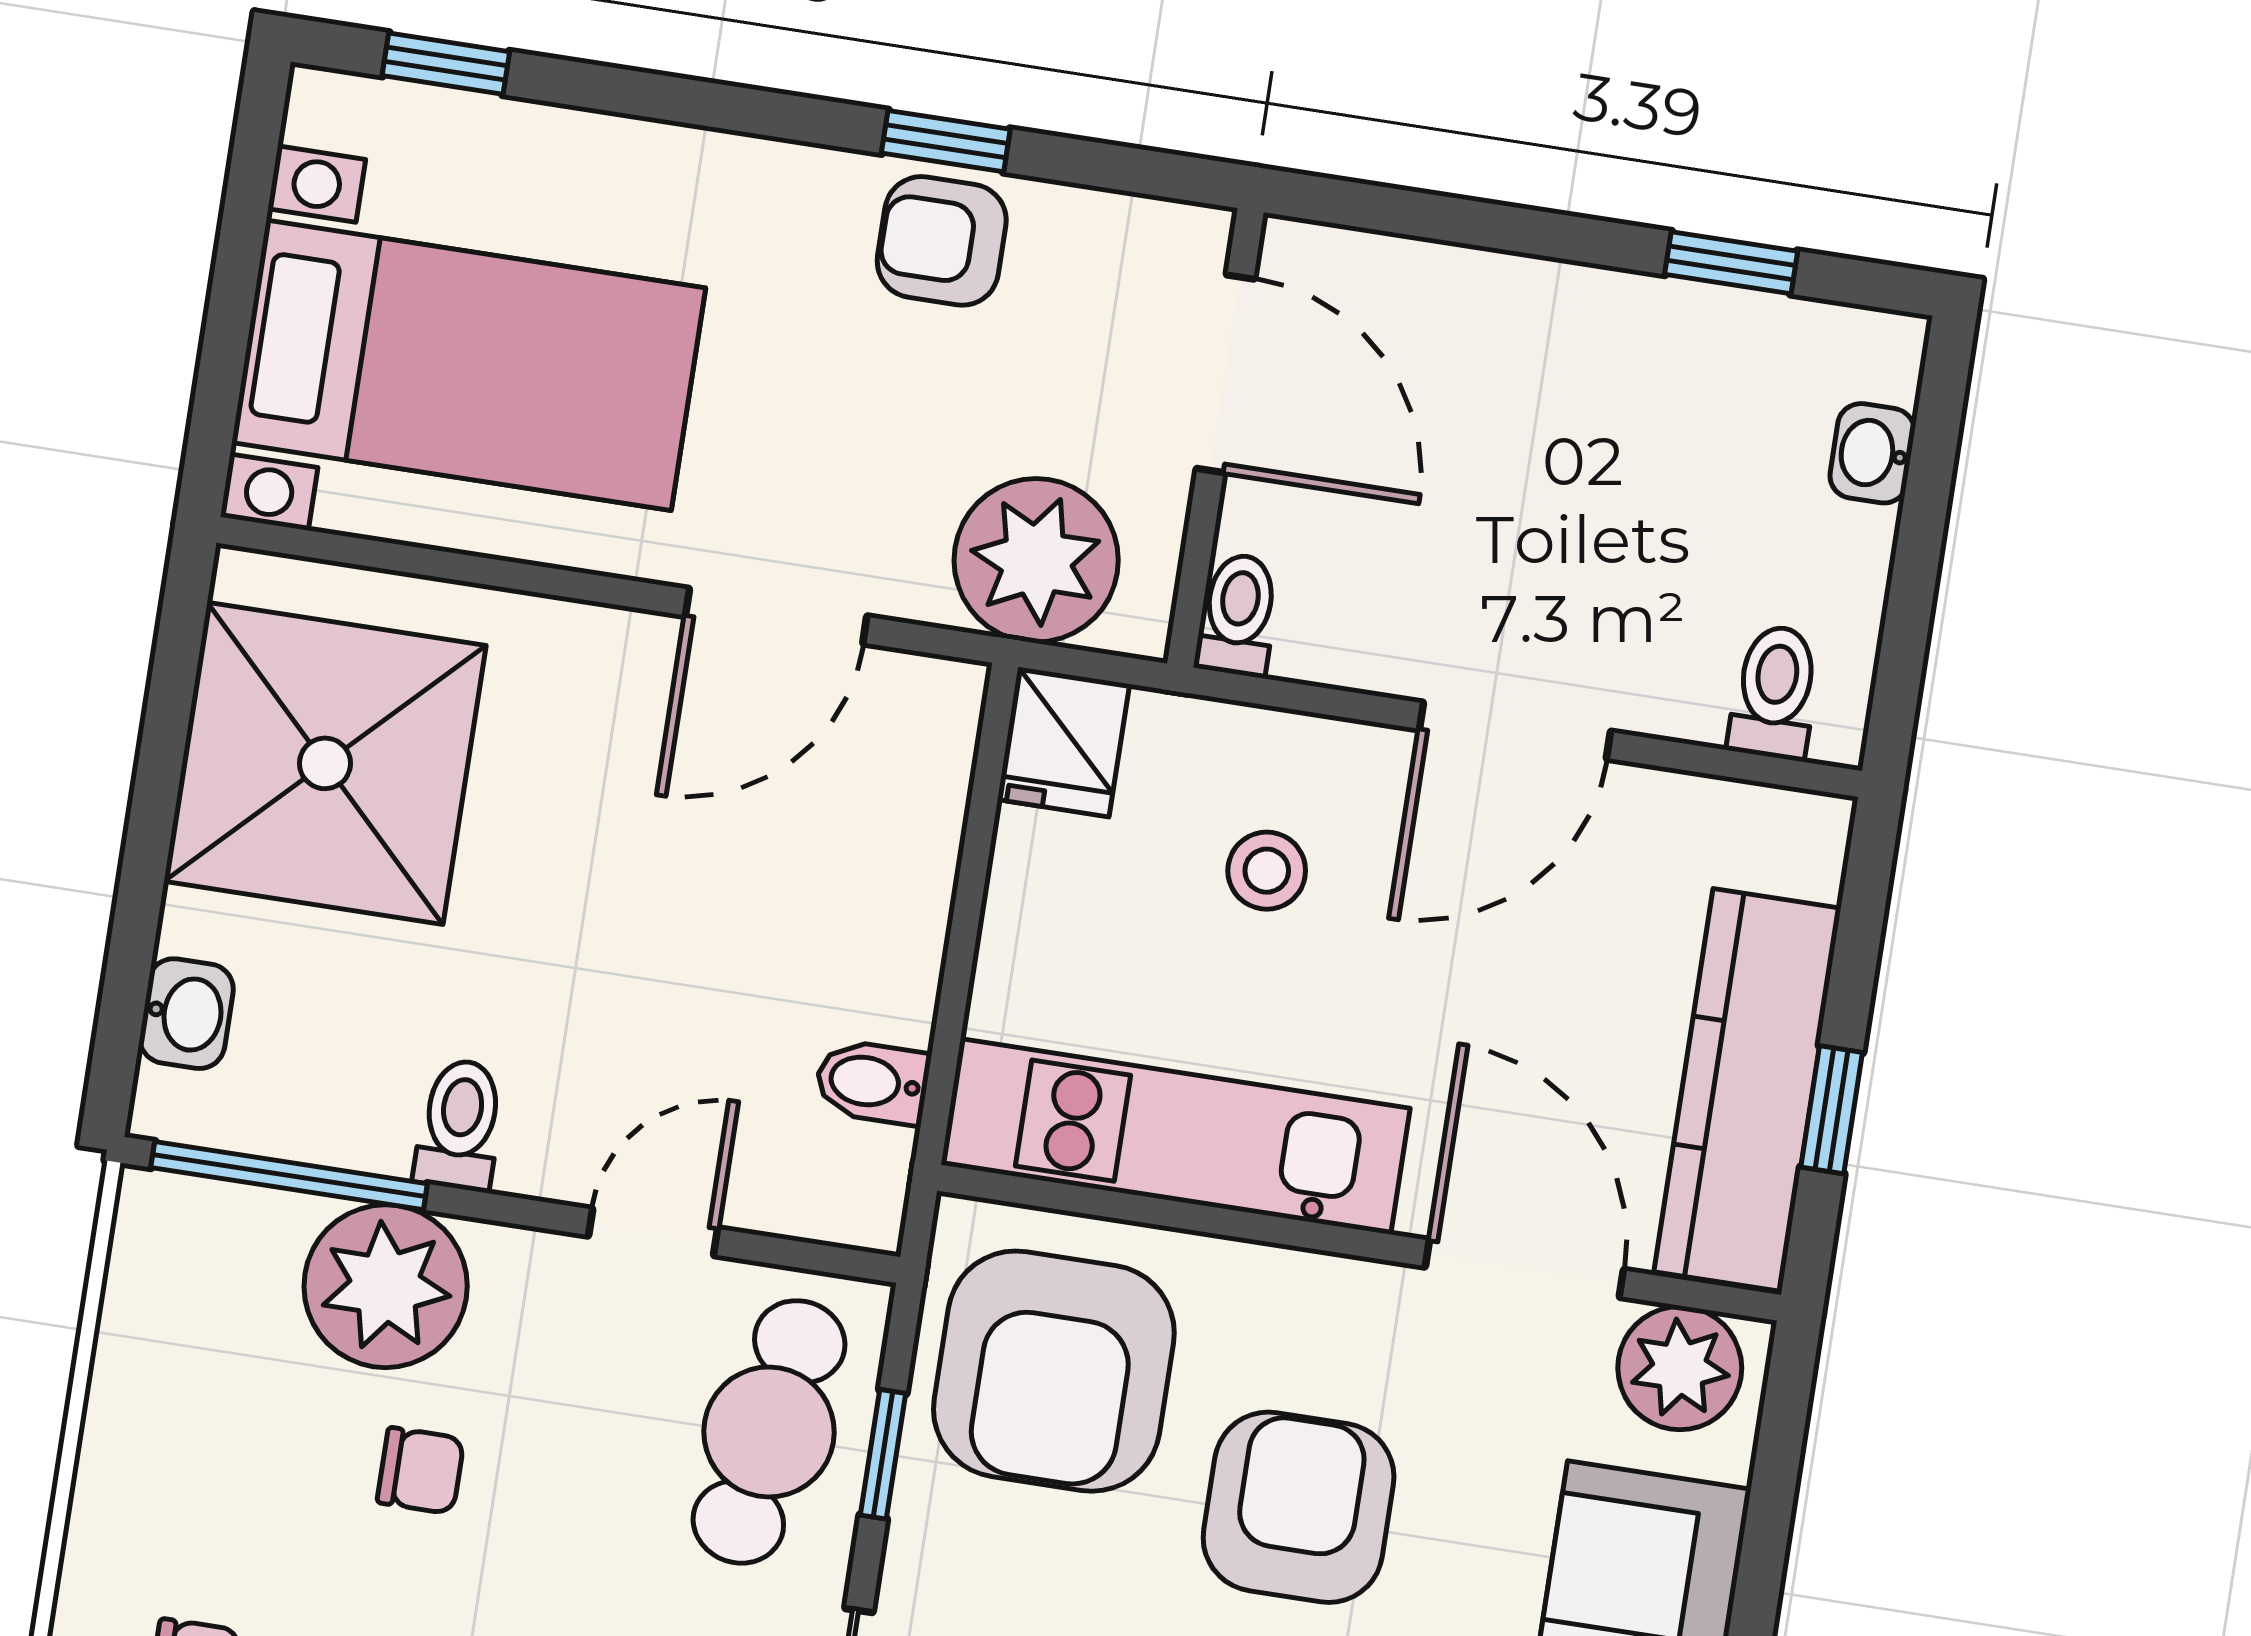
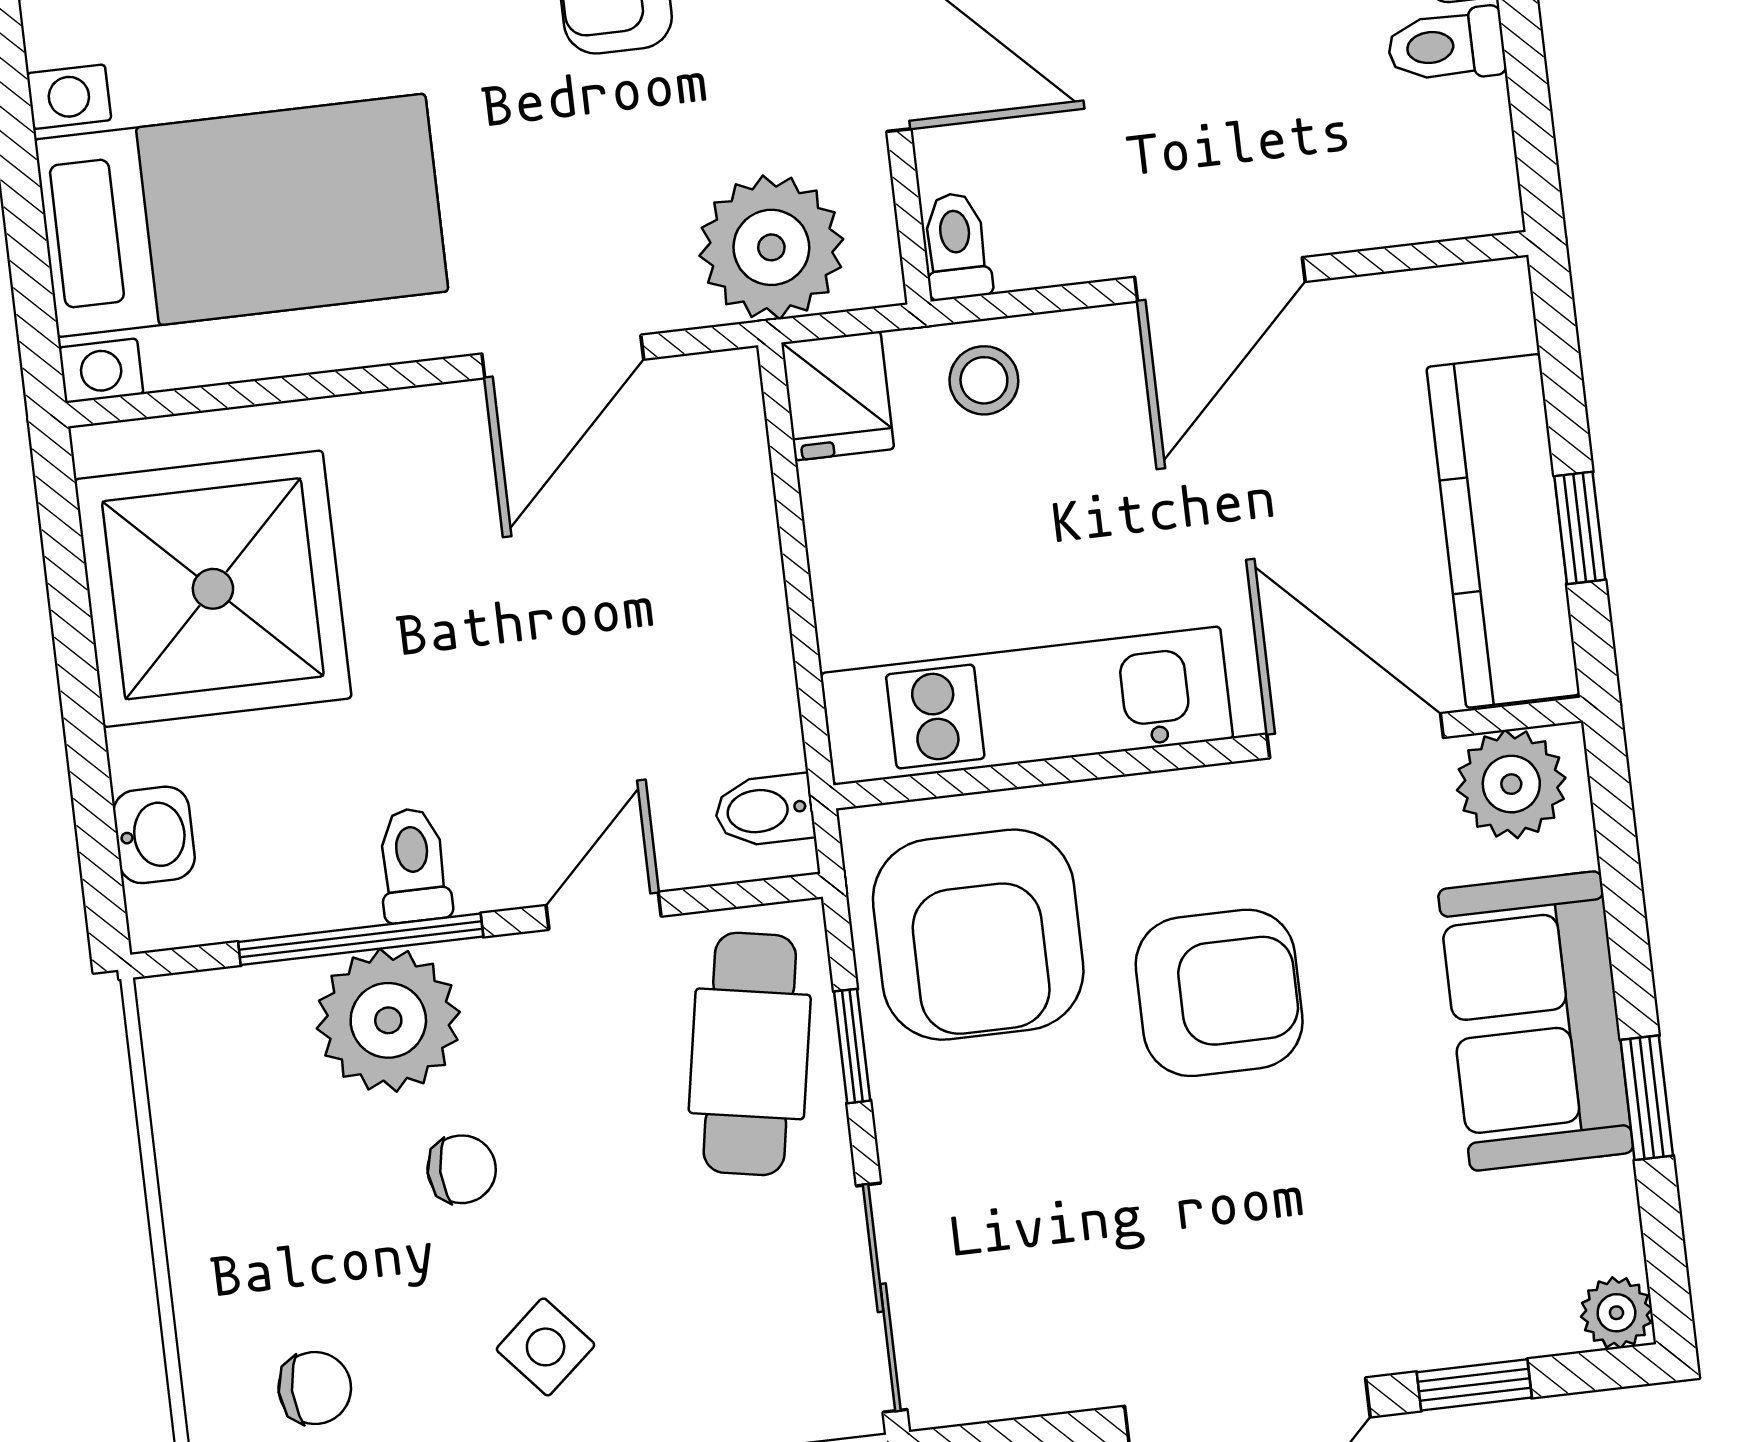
toilet: (1775, 692) -> (1446, 46), moved, turned -90
stool: (1267, 871) -> (984, 380), moved
bidet: (872, 1082) -> (764, 810), moved
window: (289, 1176) -> (361, 939), moved
armchair: (1299, 1507) -> (1219, 993), turned 90

